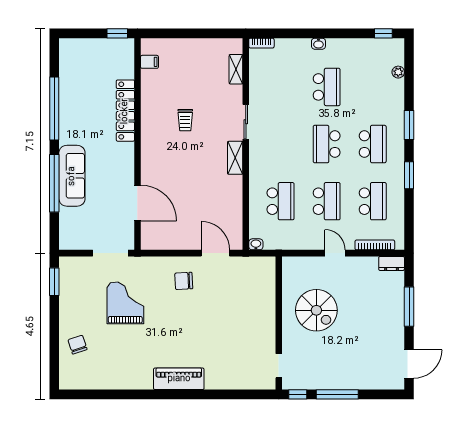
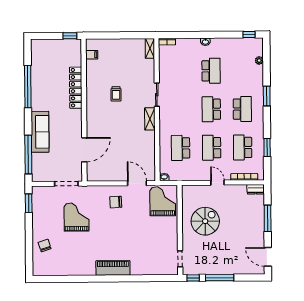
shelving: (236, 69) -> (150, 48), moved
window: (409, 175) -> (267, 148), moved
window: (54, 183) -> (28, 154), moved
school desk: (281, 201) -> (181, 148), turned 180
school desk: (327, 201) -> (212, 148), turned 180
school desk: (373, 201) -> (243, 147), turned 180
door: (137, 203) -> (84, 150), hinge flipped
grand piano: (253, 280) -> (163, 201), added
spiral stairs: (316, 310) -> (205, 221), turned -90
door: (409, 364) -> (268, 257), swing flipped

